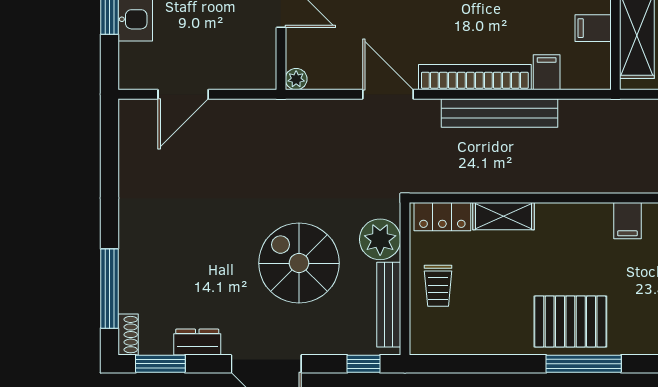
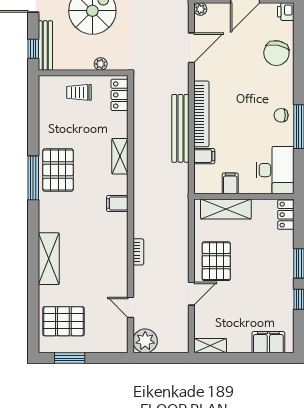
door: (388, 94) -> (191, 48), moved
shelving: (504, 216) -> (120, 156), moved
plant: (380, 239) -> (101, 64), width x0.53, depth x0.53
bench: (389, 305) -> (45, 45), moved, turned 90

